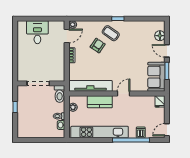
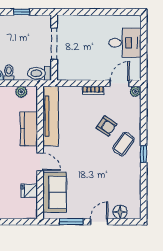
door: (67, 36) -> (120, 83), swing flipped
sofa: (156, 77) -> (55, 192), moved, turned 90
fridge: (160, 101) -> (29, 191), moved

